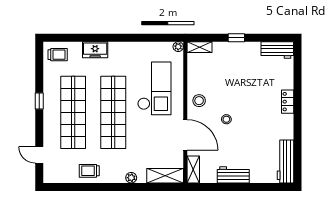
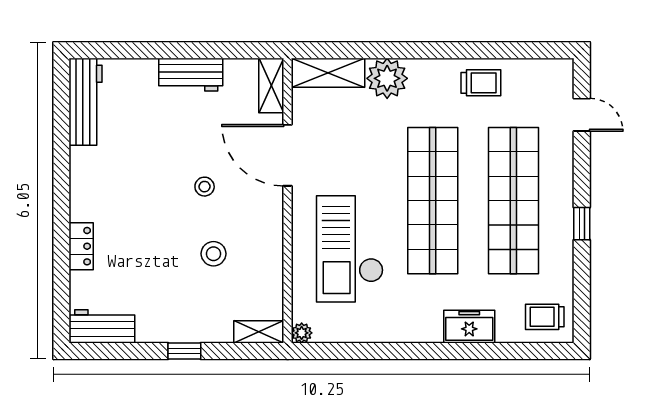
stool: (199, 101) -> (214, 254), moved
locker: (288, 102) -> (81, 246), moved
plant: (131, 178) -> (387, 78), width x1.87, depth x1.87

